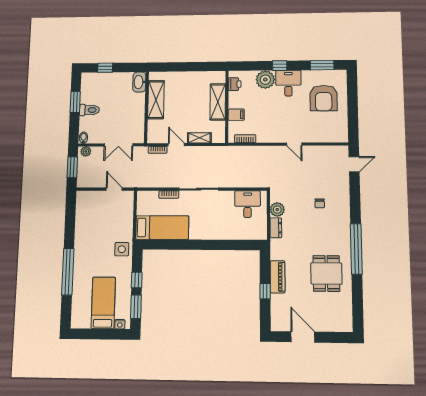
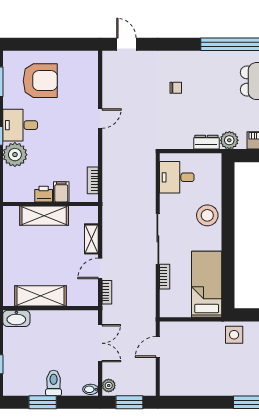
printer: (235, 84) -> (44, 194), moved
plant: (277, 210) -> (229, 140), moved
stool: (217, 228) -> (207, 215), added

